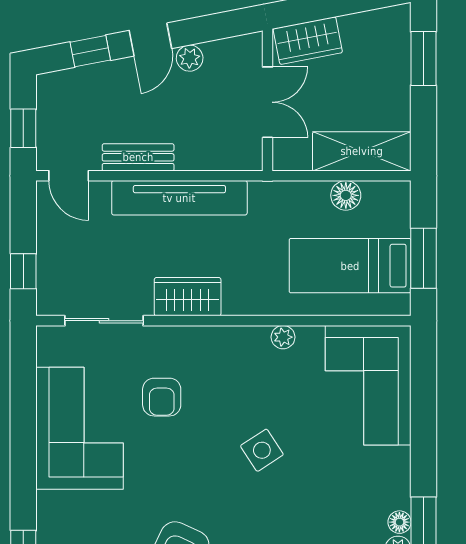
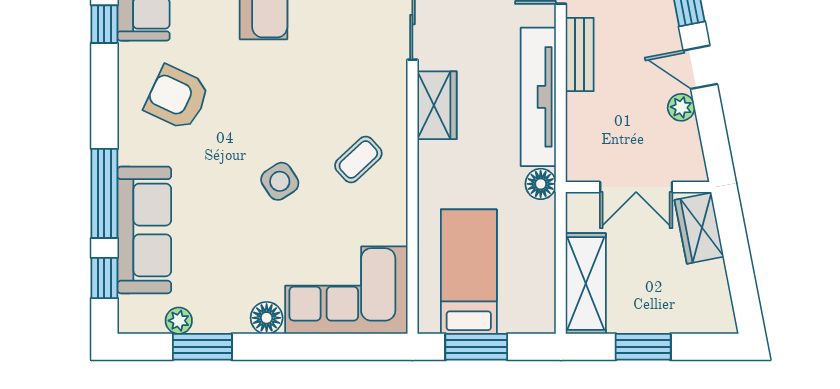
window: (423, 58) -> (643, 347), moved
floor lamp: (346, 195) -> (541, 184), moved
plant: (283, 337) -> (396, 203), removed
coffee table: (241, 373) -> (358, 160), added
armchair: (162, 397) -> (334, 79), removed
floor lamp: (399, 522) -> (267, 318), moved, width x1.37, depth x1.37

